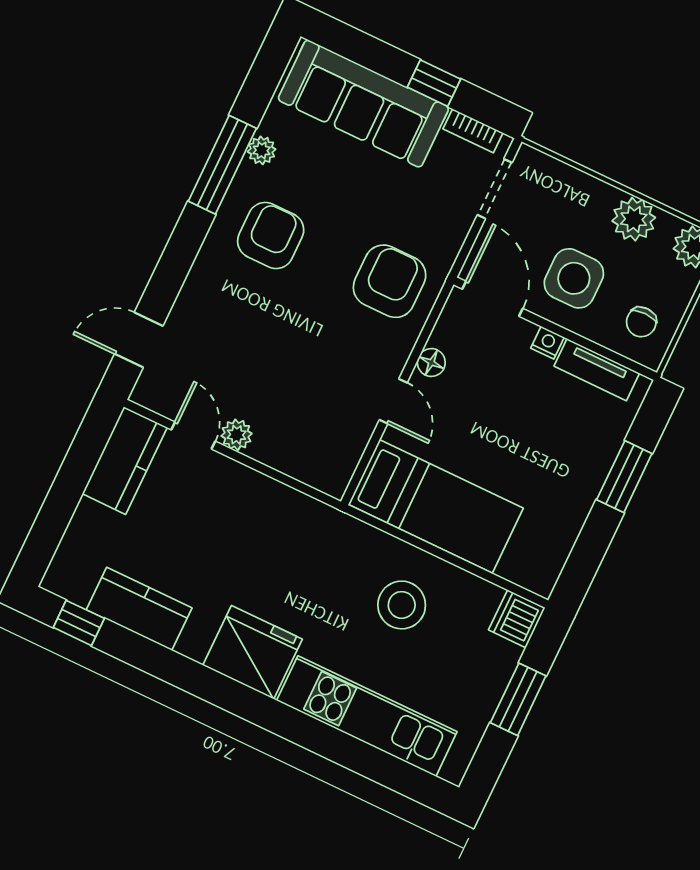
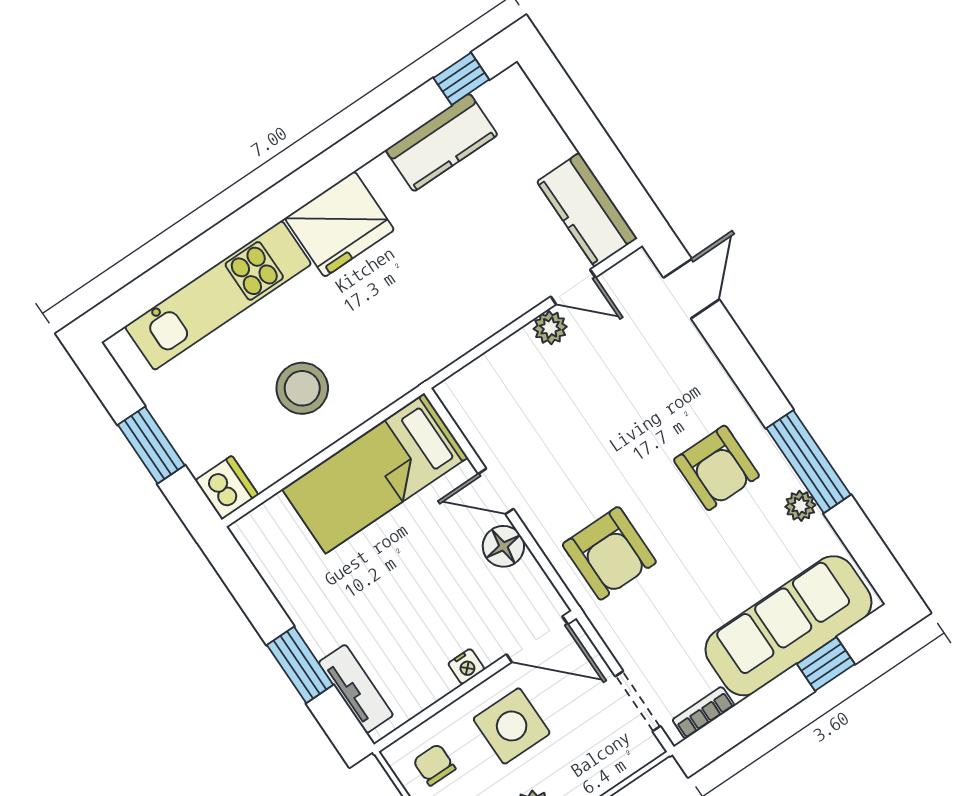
window: (434, 83) -> (826, 664), moved
floor lamp: (431, 363) -> (503, 546), width x1.37, depth x1.37
tv unit: (597, 370) -> (356, 689), moved, turned 90

